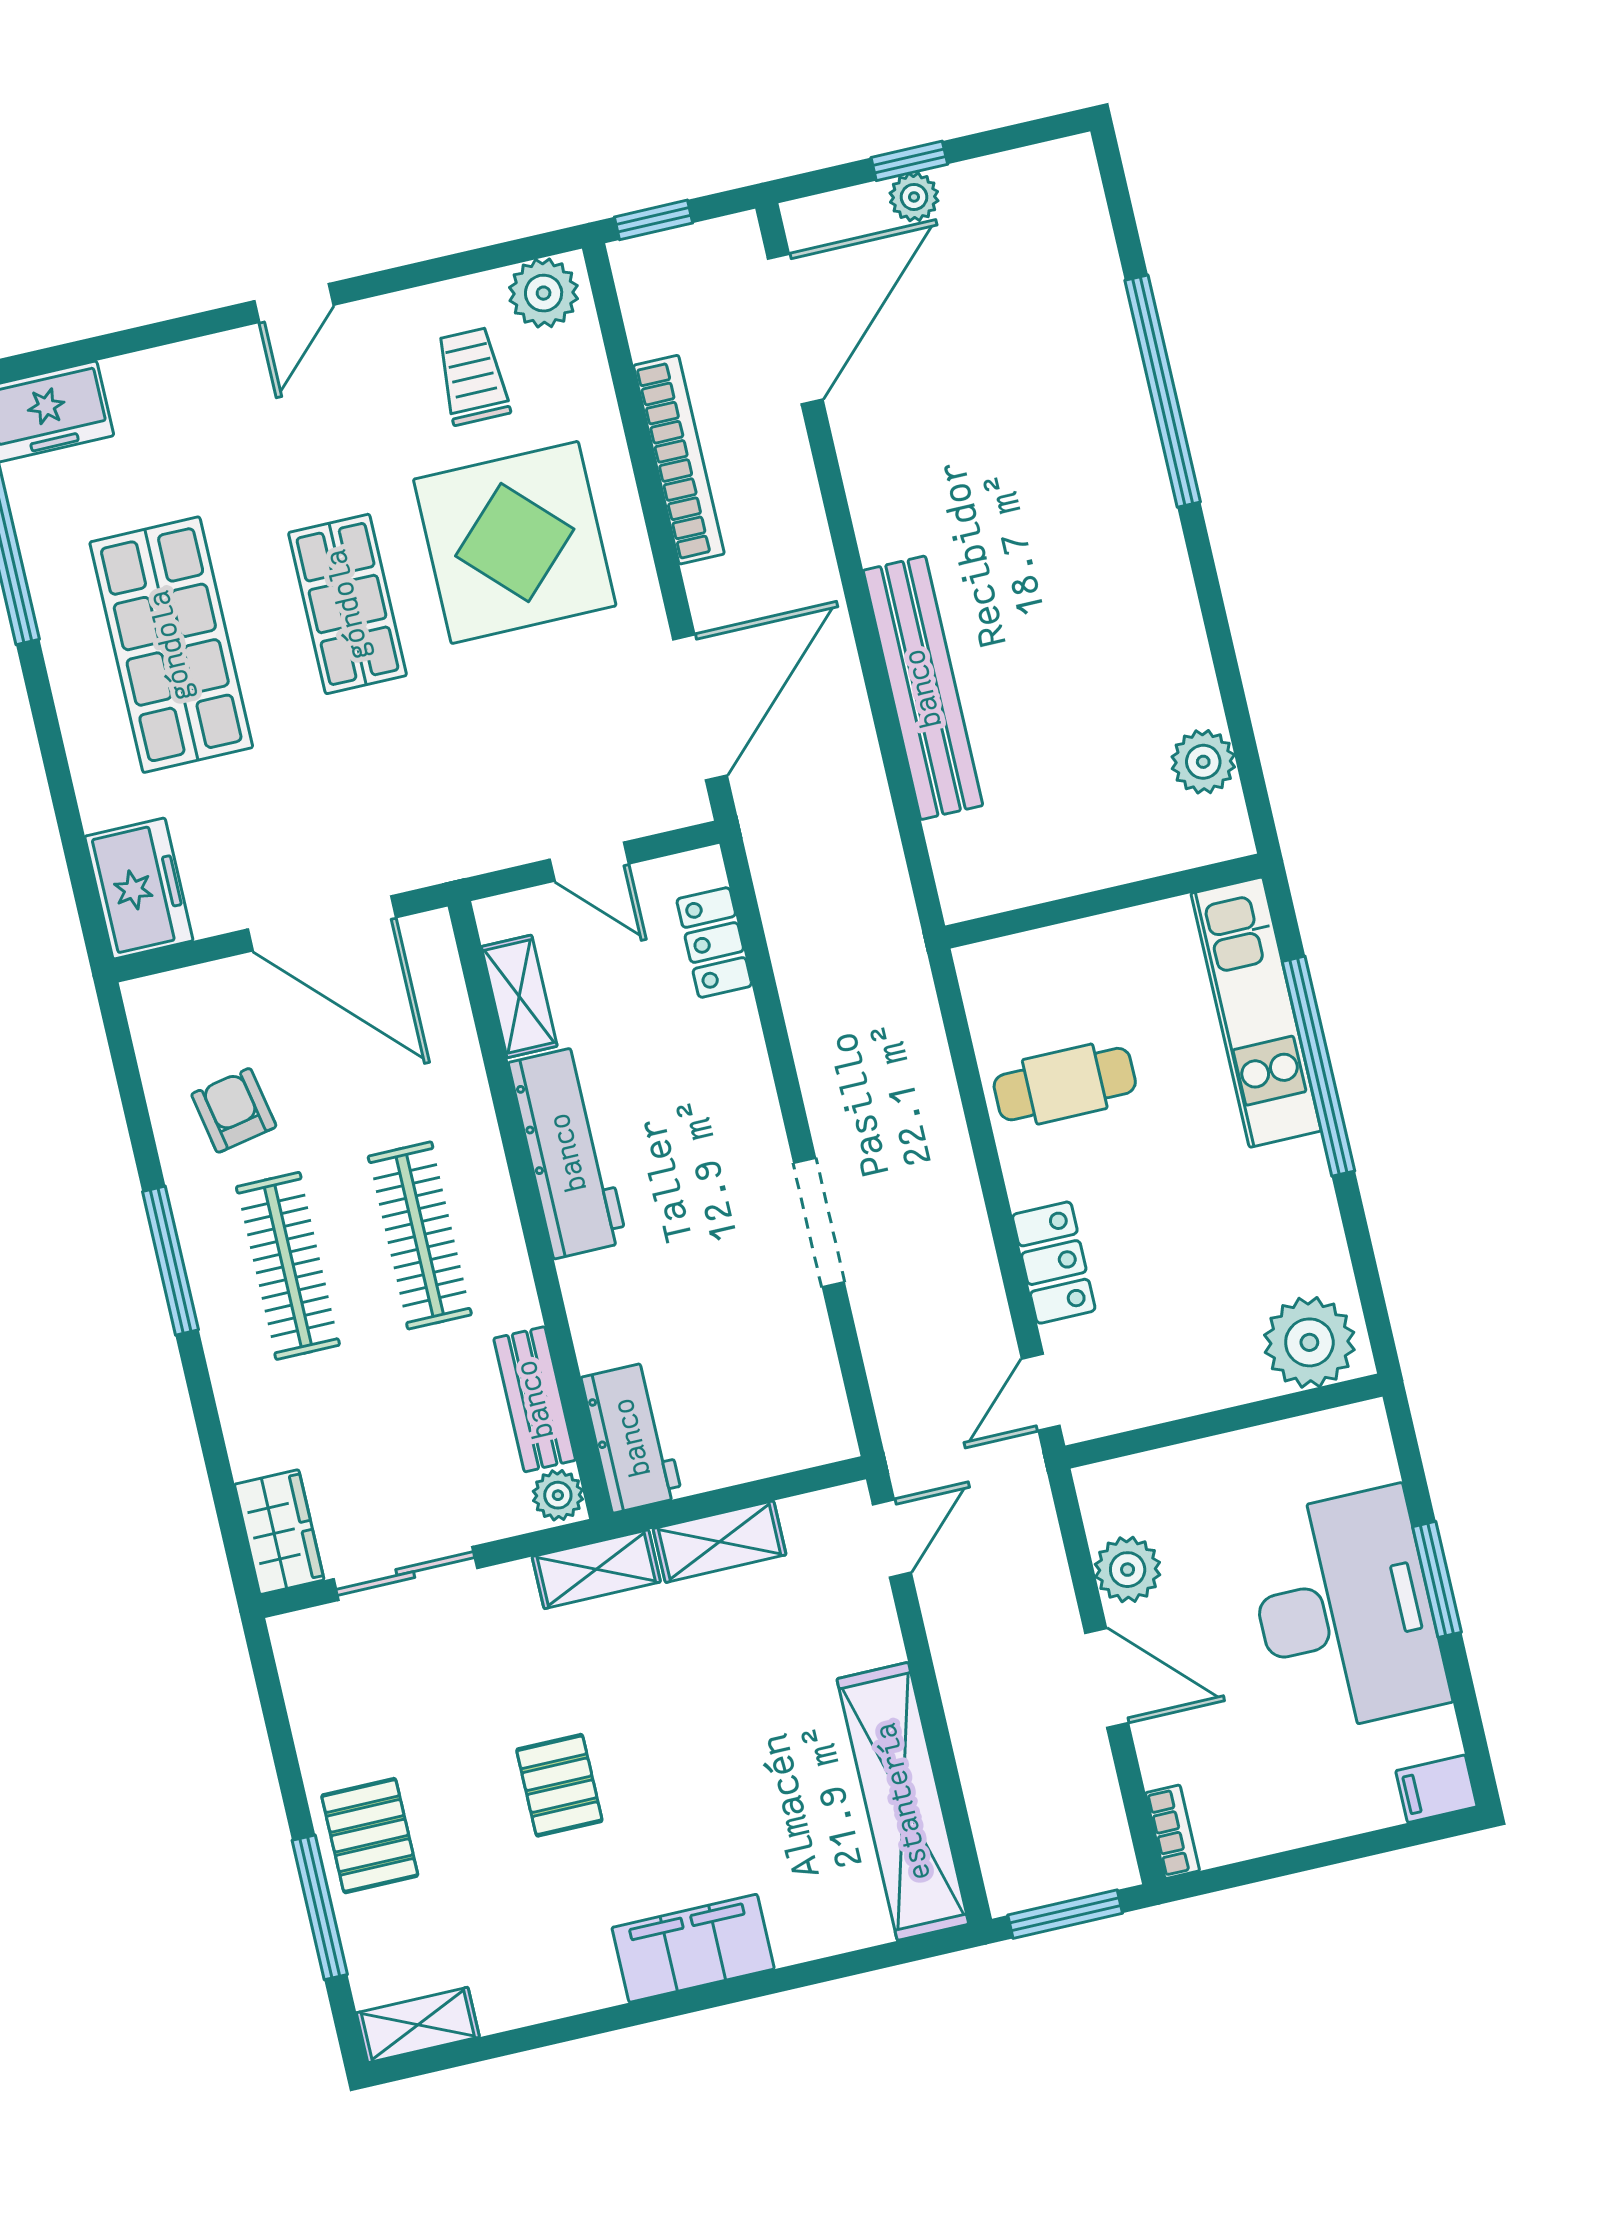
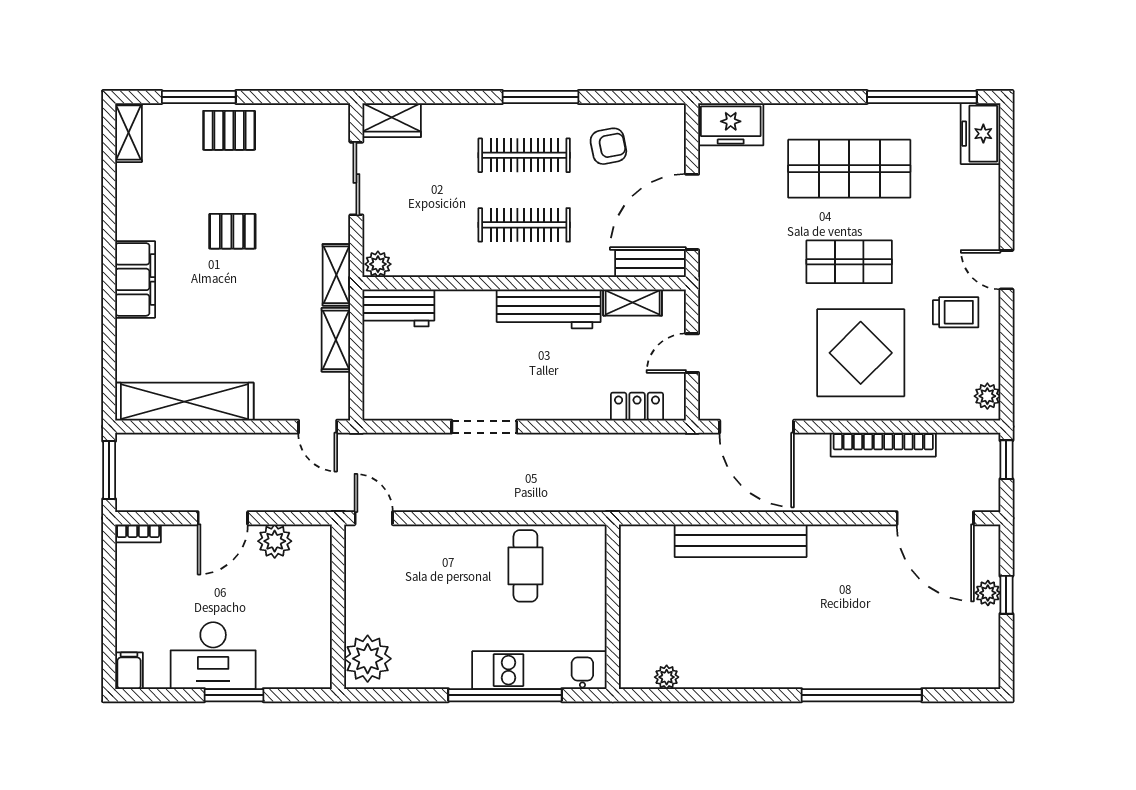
plant: (544, 293) -> (987, 396), width x0.73, depth x0.73
trolley: (473, 376) -> (956, 312), moved
plant: (1203, 762) -> (667, 677), width x0.73, depth x0.73
locker: (1054, 1263) -> (437, 540), removed
bench: (535, 1399) -> (651, 264), moved
desk: (1345, 1611) -> (213, 656), width x0.73, depth x0.77

